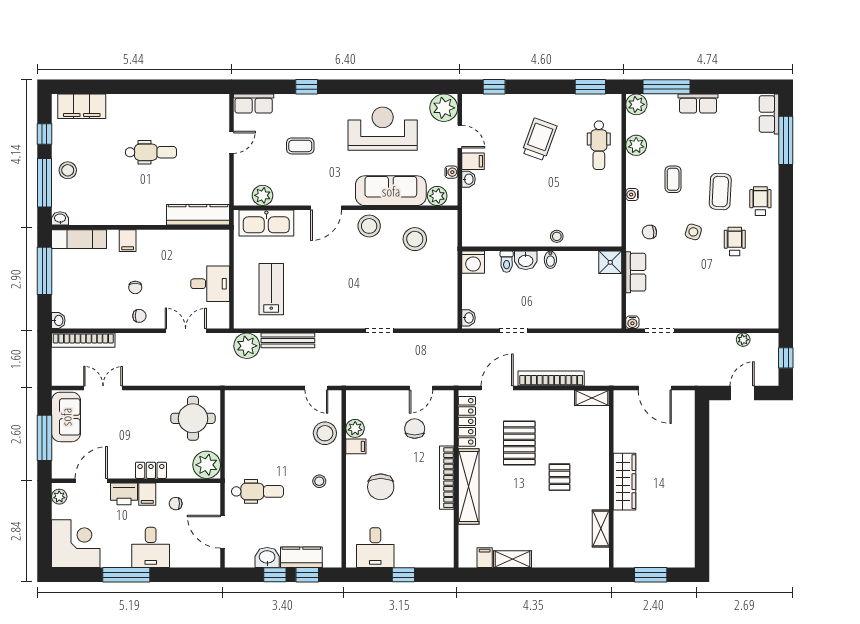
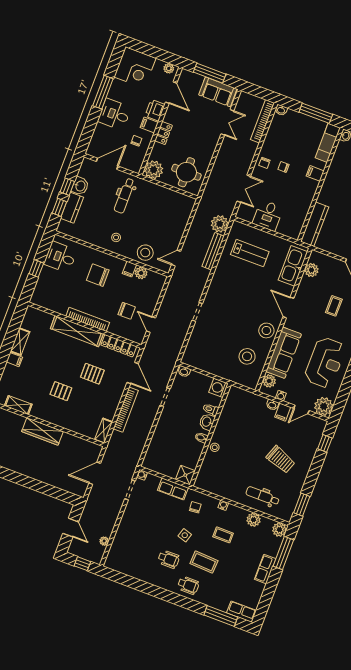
pallet: (519, 443) -> (92, 374), width x0.67, depth x0.71
filing cabinet: (485, 558) -> (14, 360), moved

